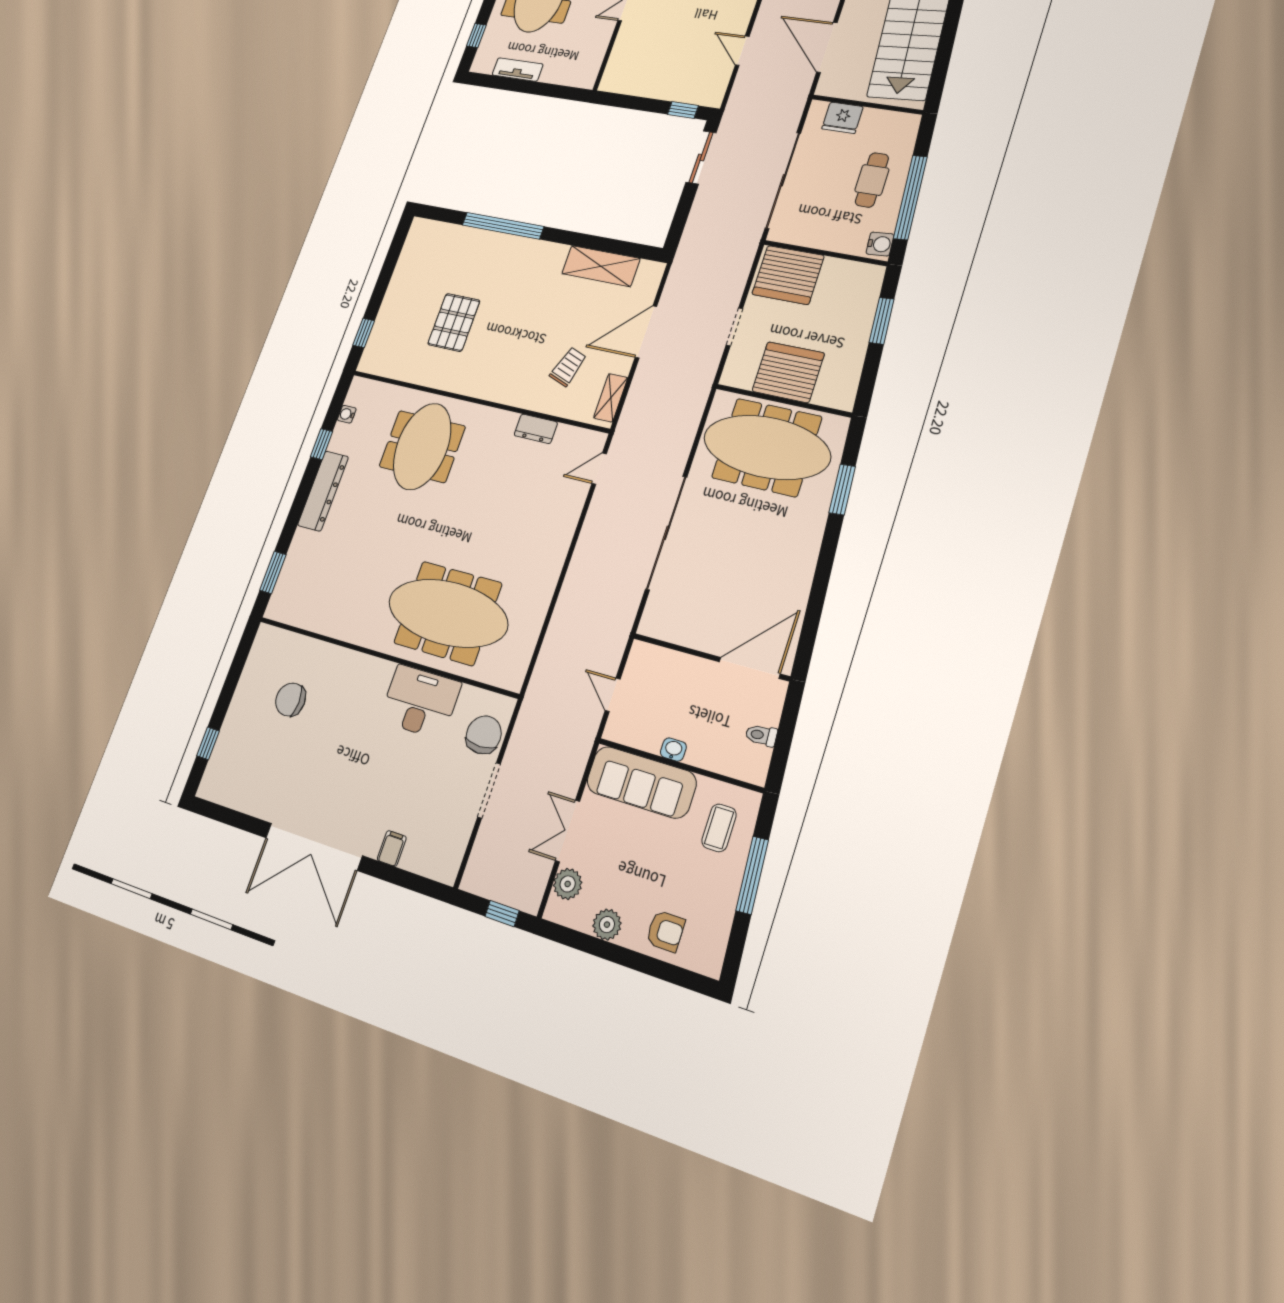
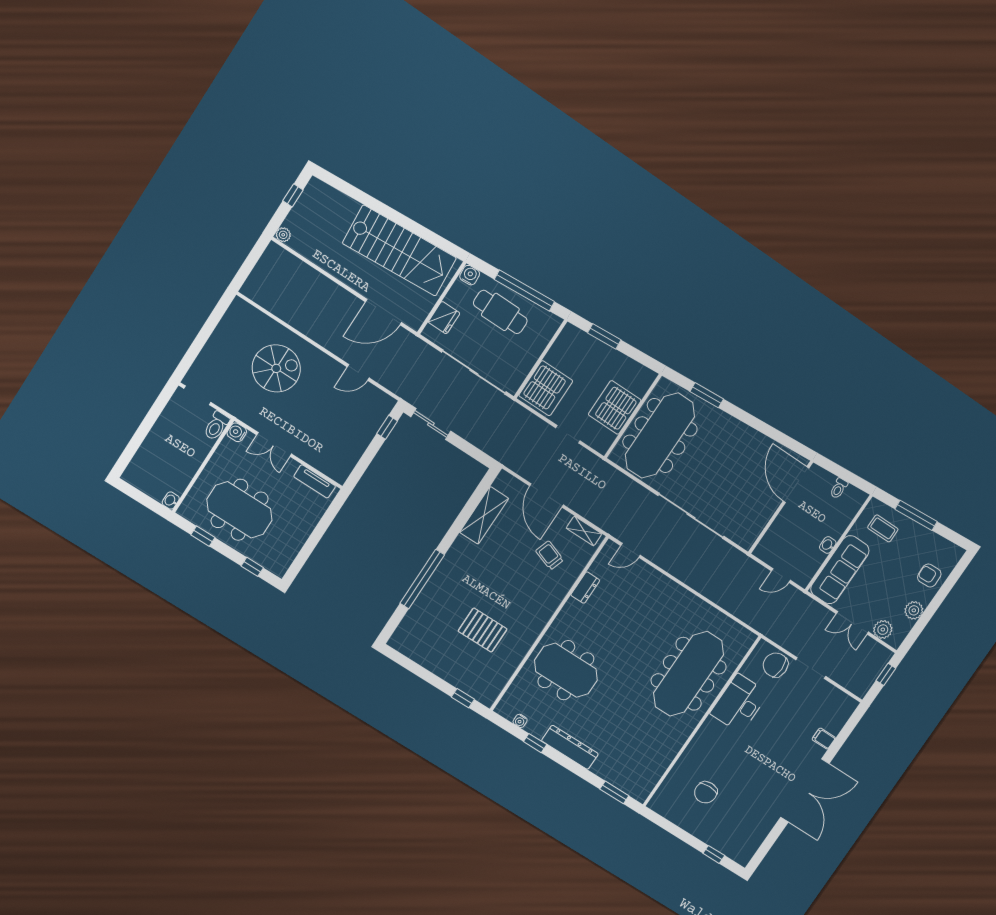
tv unit: (518, 70) -> (315, 481), moved, turned -90
cafe table: (872, 180) -> (500, 312), width x1.37, depth x1.35
water cooler: (880, 244) -> (470, 275), moved
door: (599, 469) -> (630, 550), hinge flipped
armchair: (665, 931) -> (929, 576), turned -92

